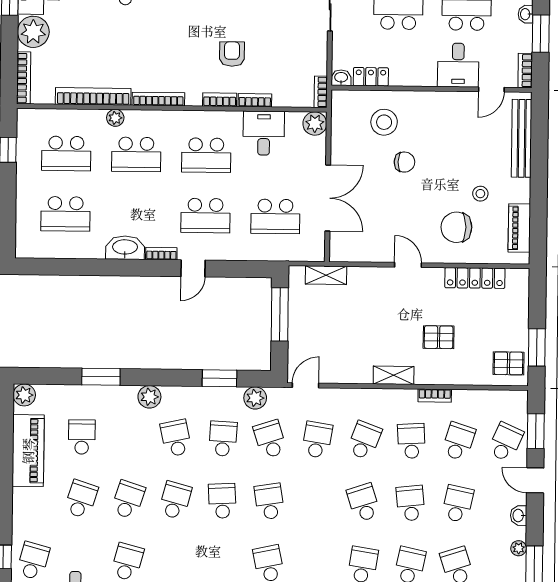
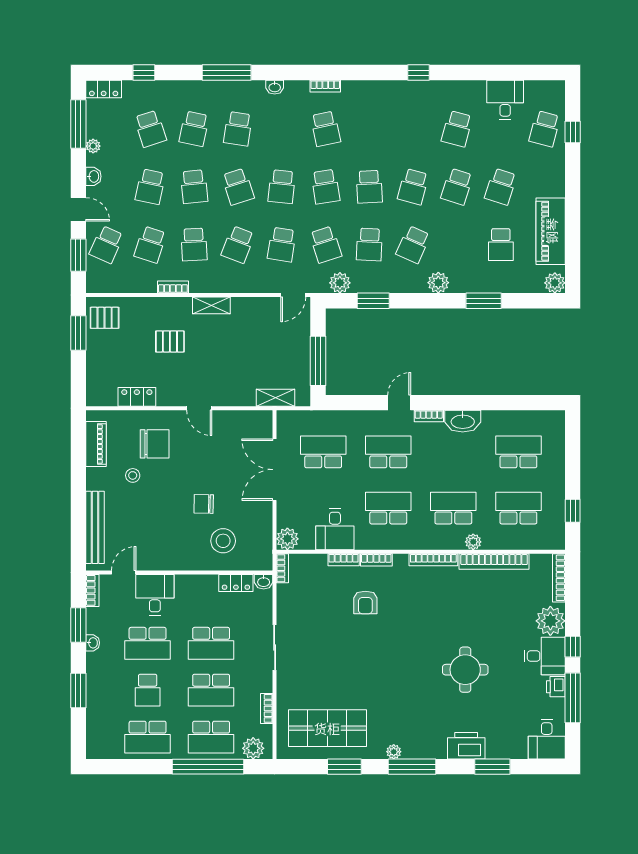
locker: (475, 278) -> (137, 397), width x0.66
school desk: (176, 438) -> (413, 245), turned 36
school desk: (316, 502) -> (282, 187), added

